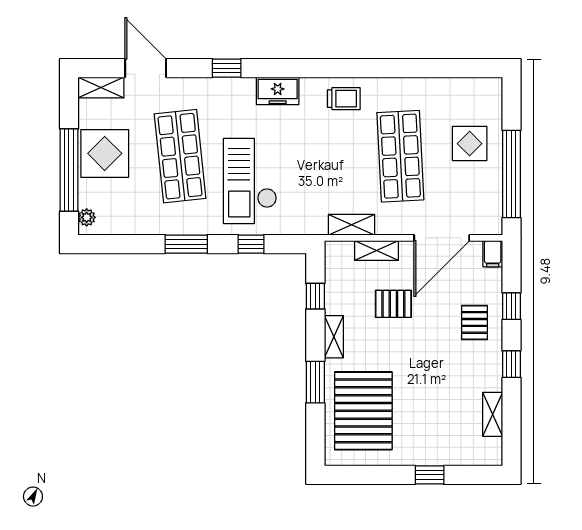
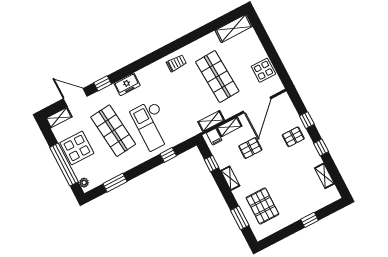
window: (227, 68) -> (103, 83), moved
shelving: (469, 90) -> (234, 28), added
freezer: (278, 91) -> (127, 84), moved
display table: (470, 144) -> (263, 70), moved
window: (511, 174) -> (274, 58), removed
window: (186, 244) -> (115, 183), moved
filing cabinet: (493, 254) -> (214, 137), moved
pallet: (475, 322) -> (293, 137), turned 90
window: (315, 382) -> (240, 218), moved
pallet: (363, 411) -> (262, 206), width x0.73, depth x0.71

